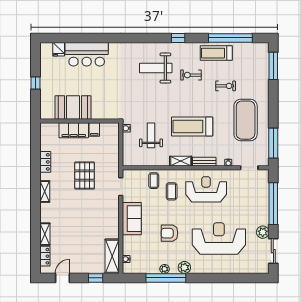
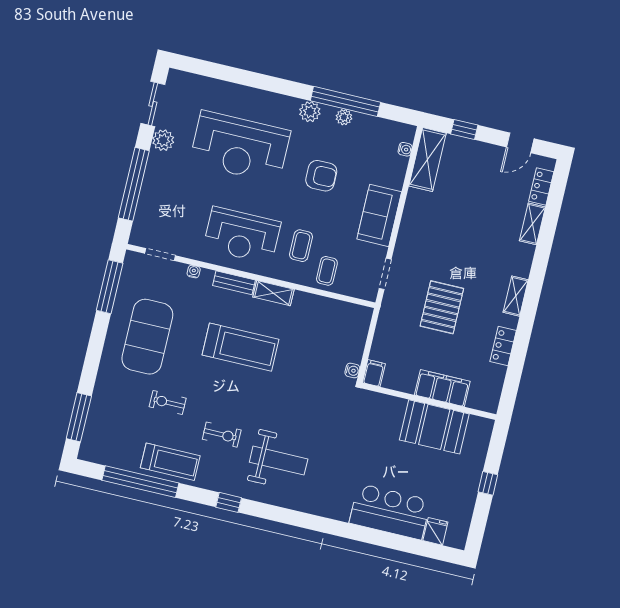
filing cabinet: (94, 130) -> (374, 373), moved
weight bench: (151, 135) -> (313, 349), removed

